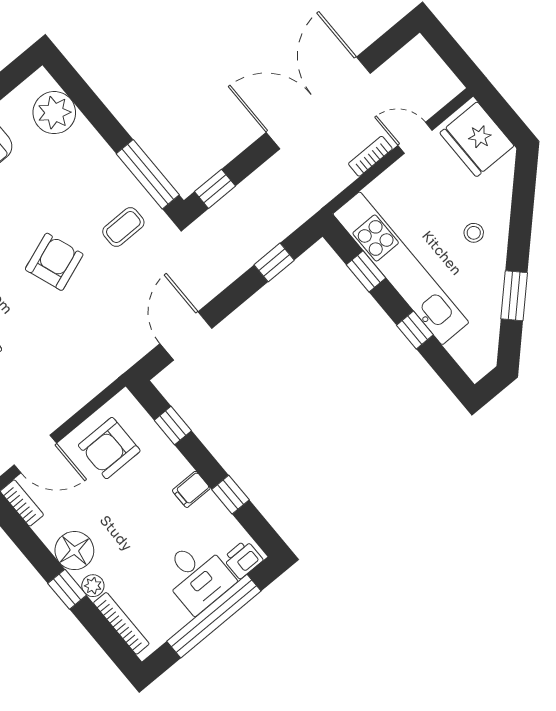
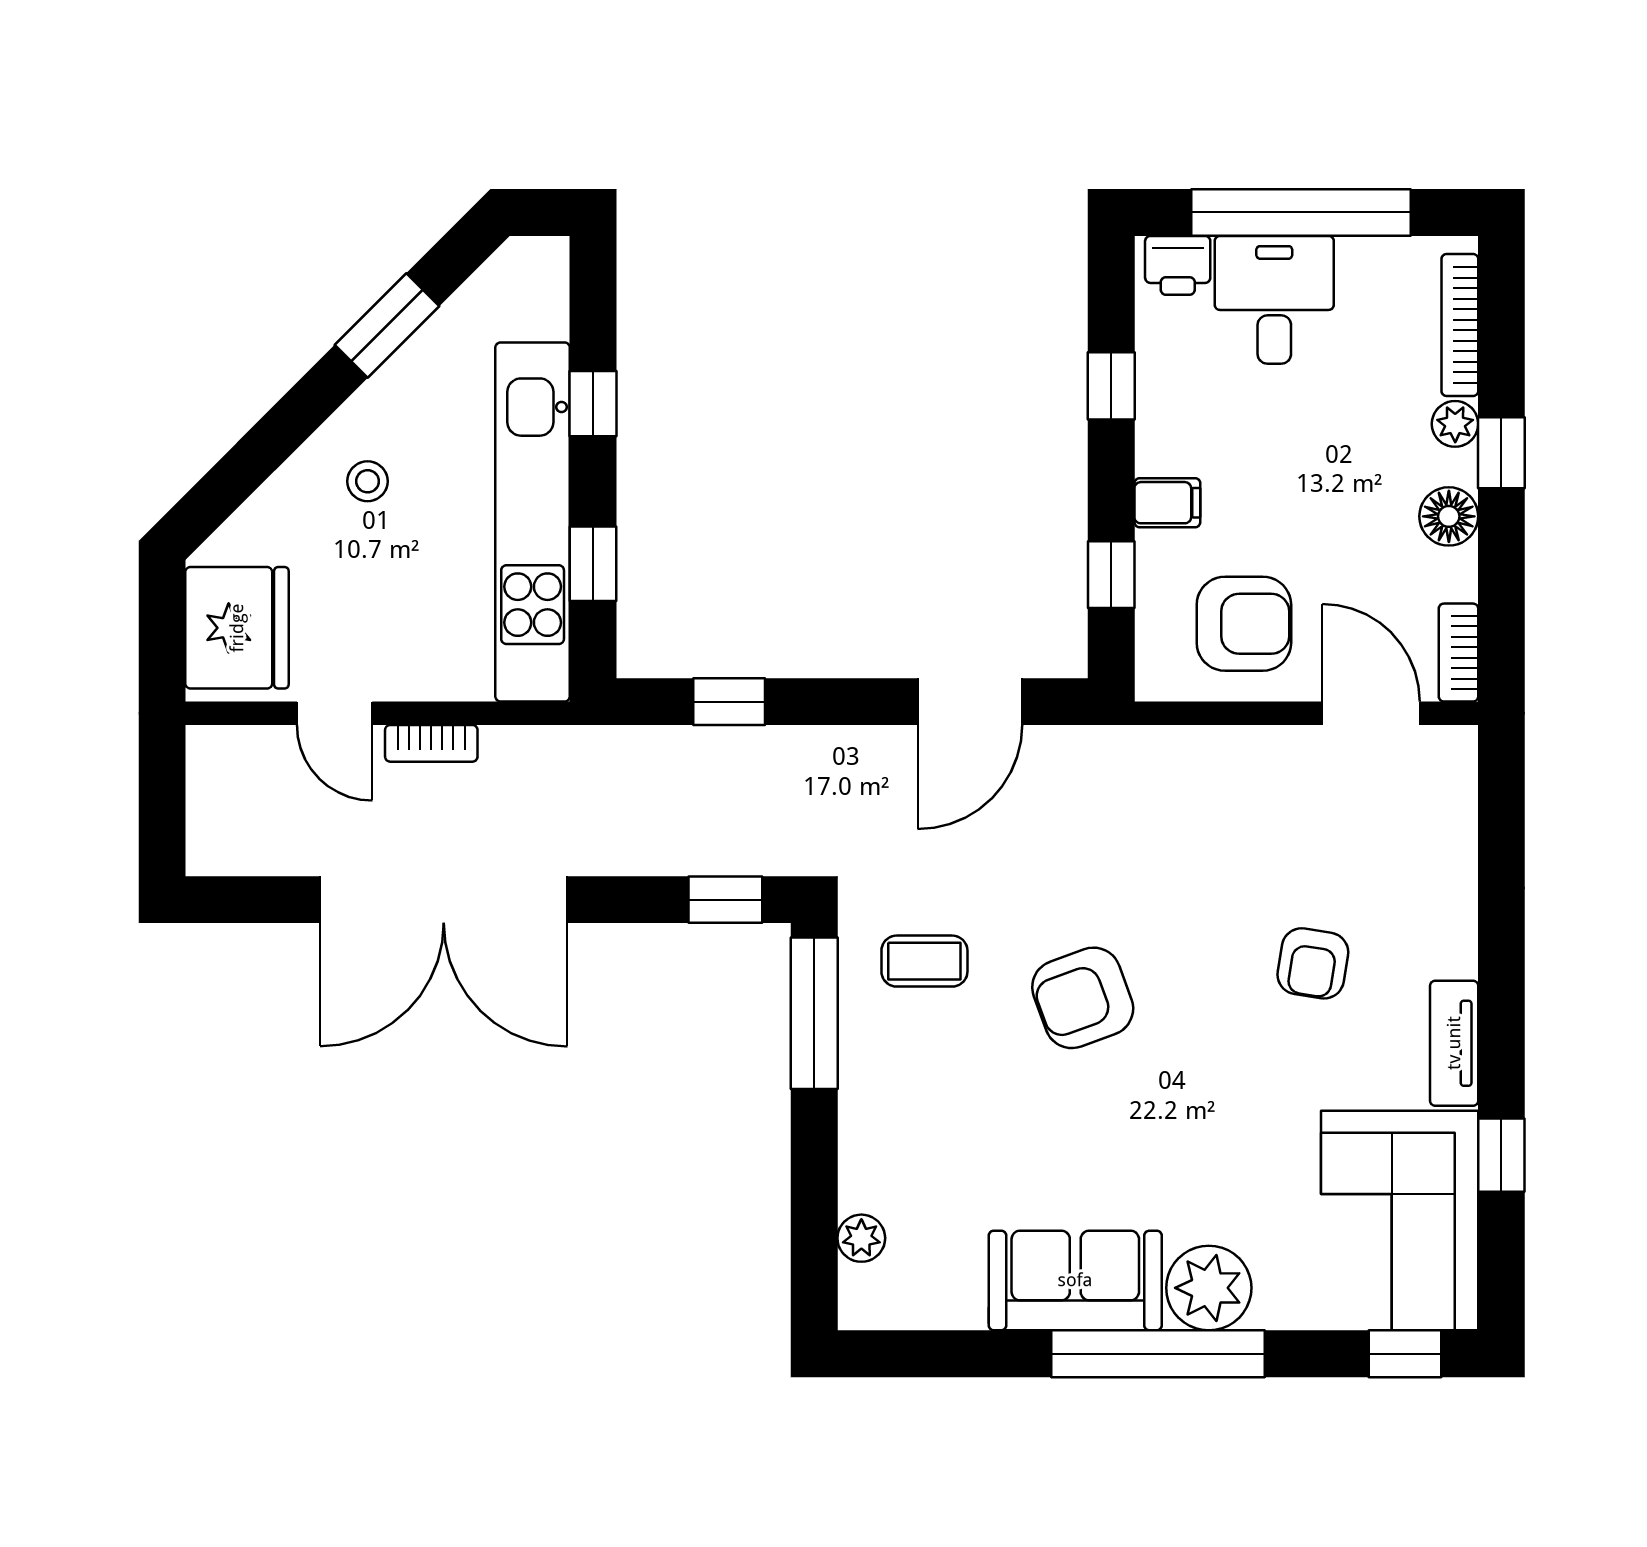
plant: (54, 113) -> (861, 1238), width x0.53, depth x0.53
filing cabinet: (191, 489) -> (1167, 503), moved
floor lamp: (74, 551) -> (1449, 516), width x0.73, depth x0.73

